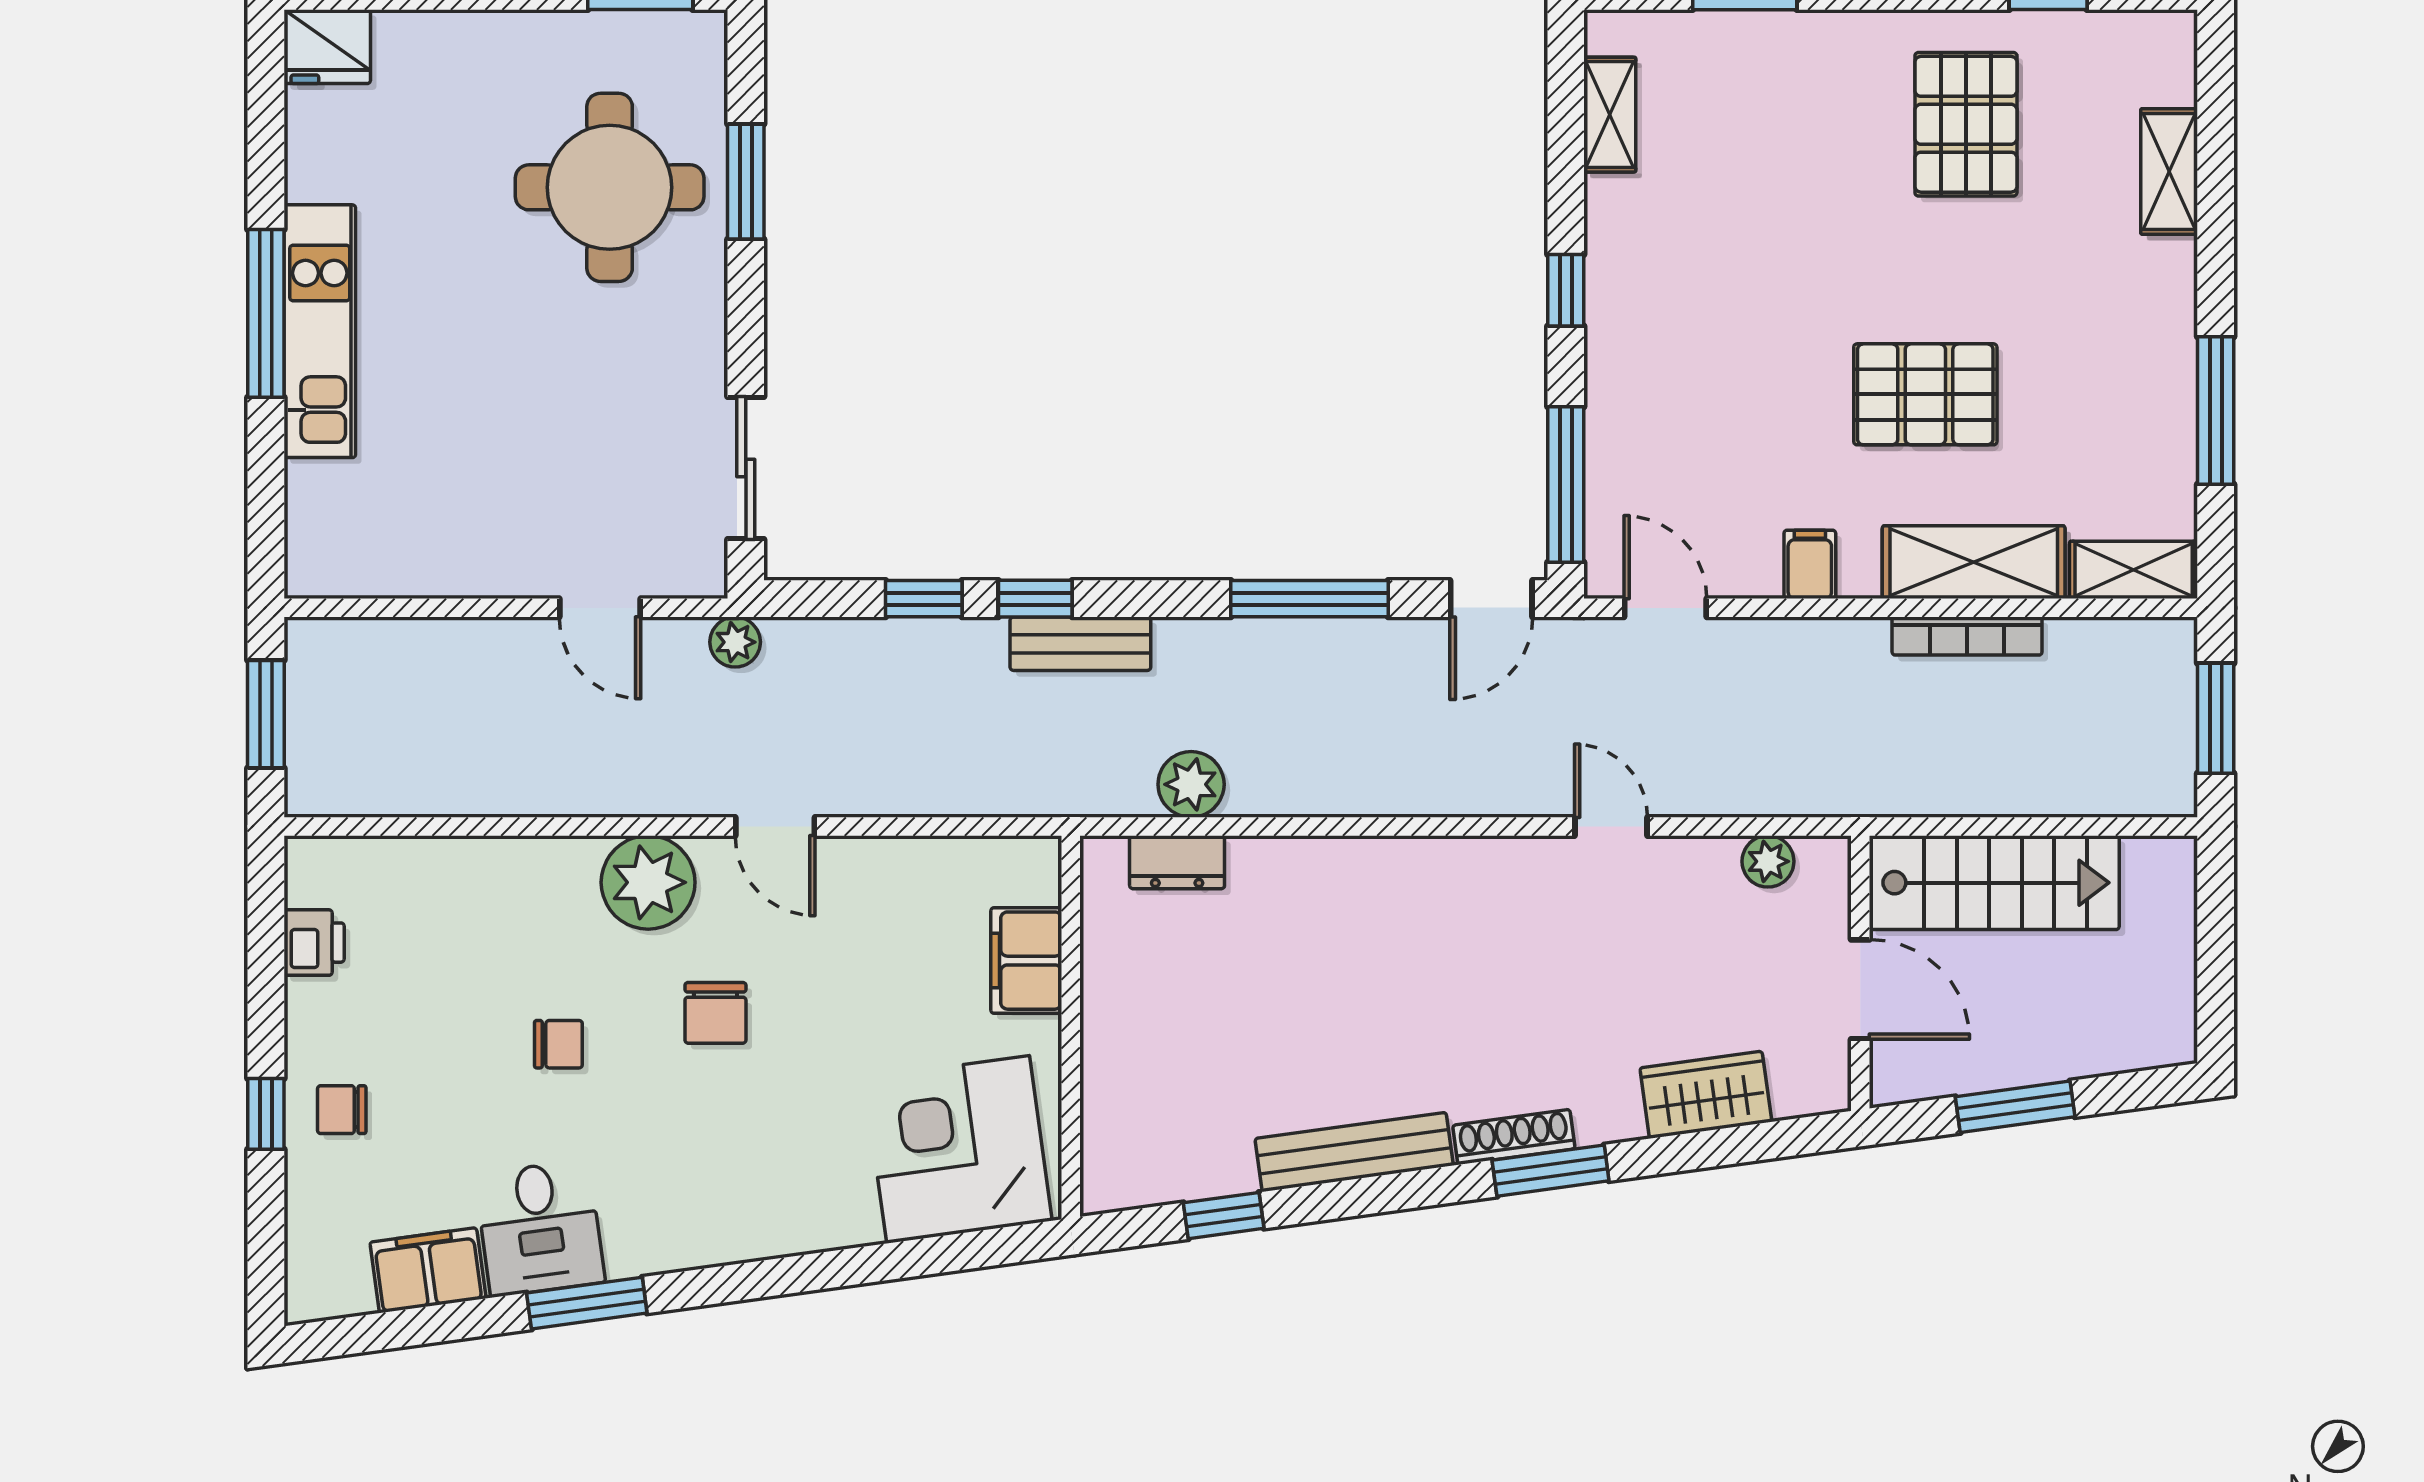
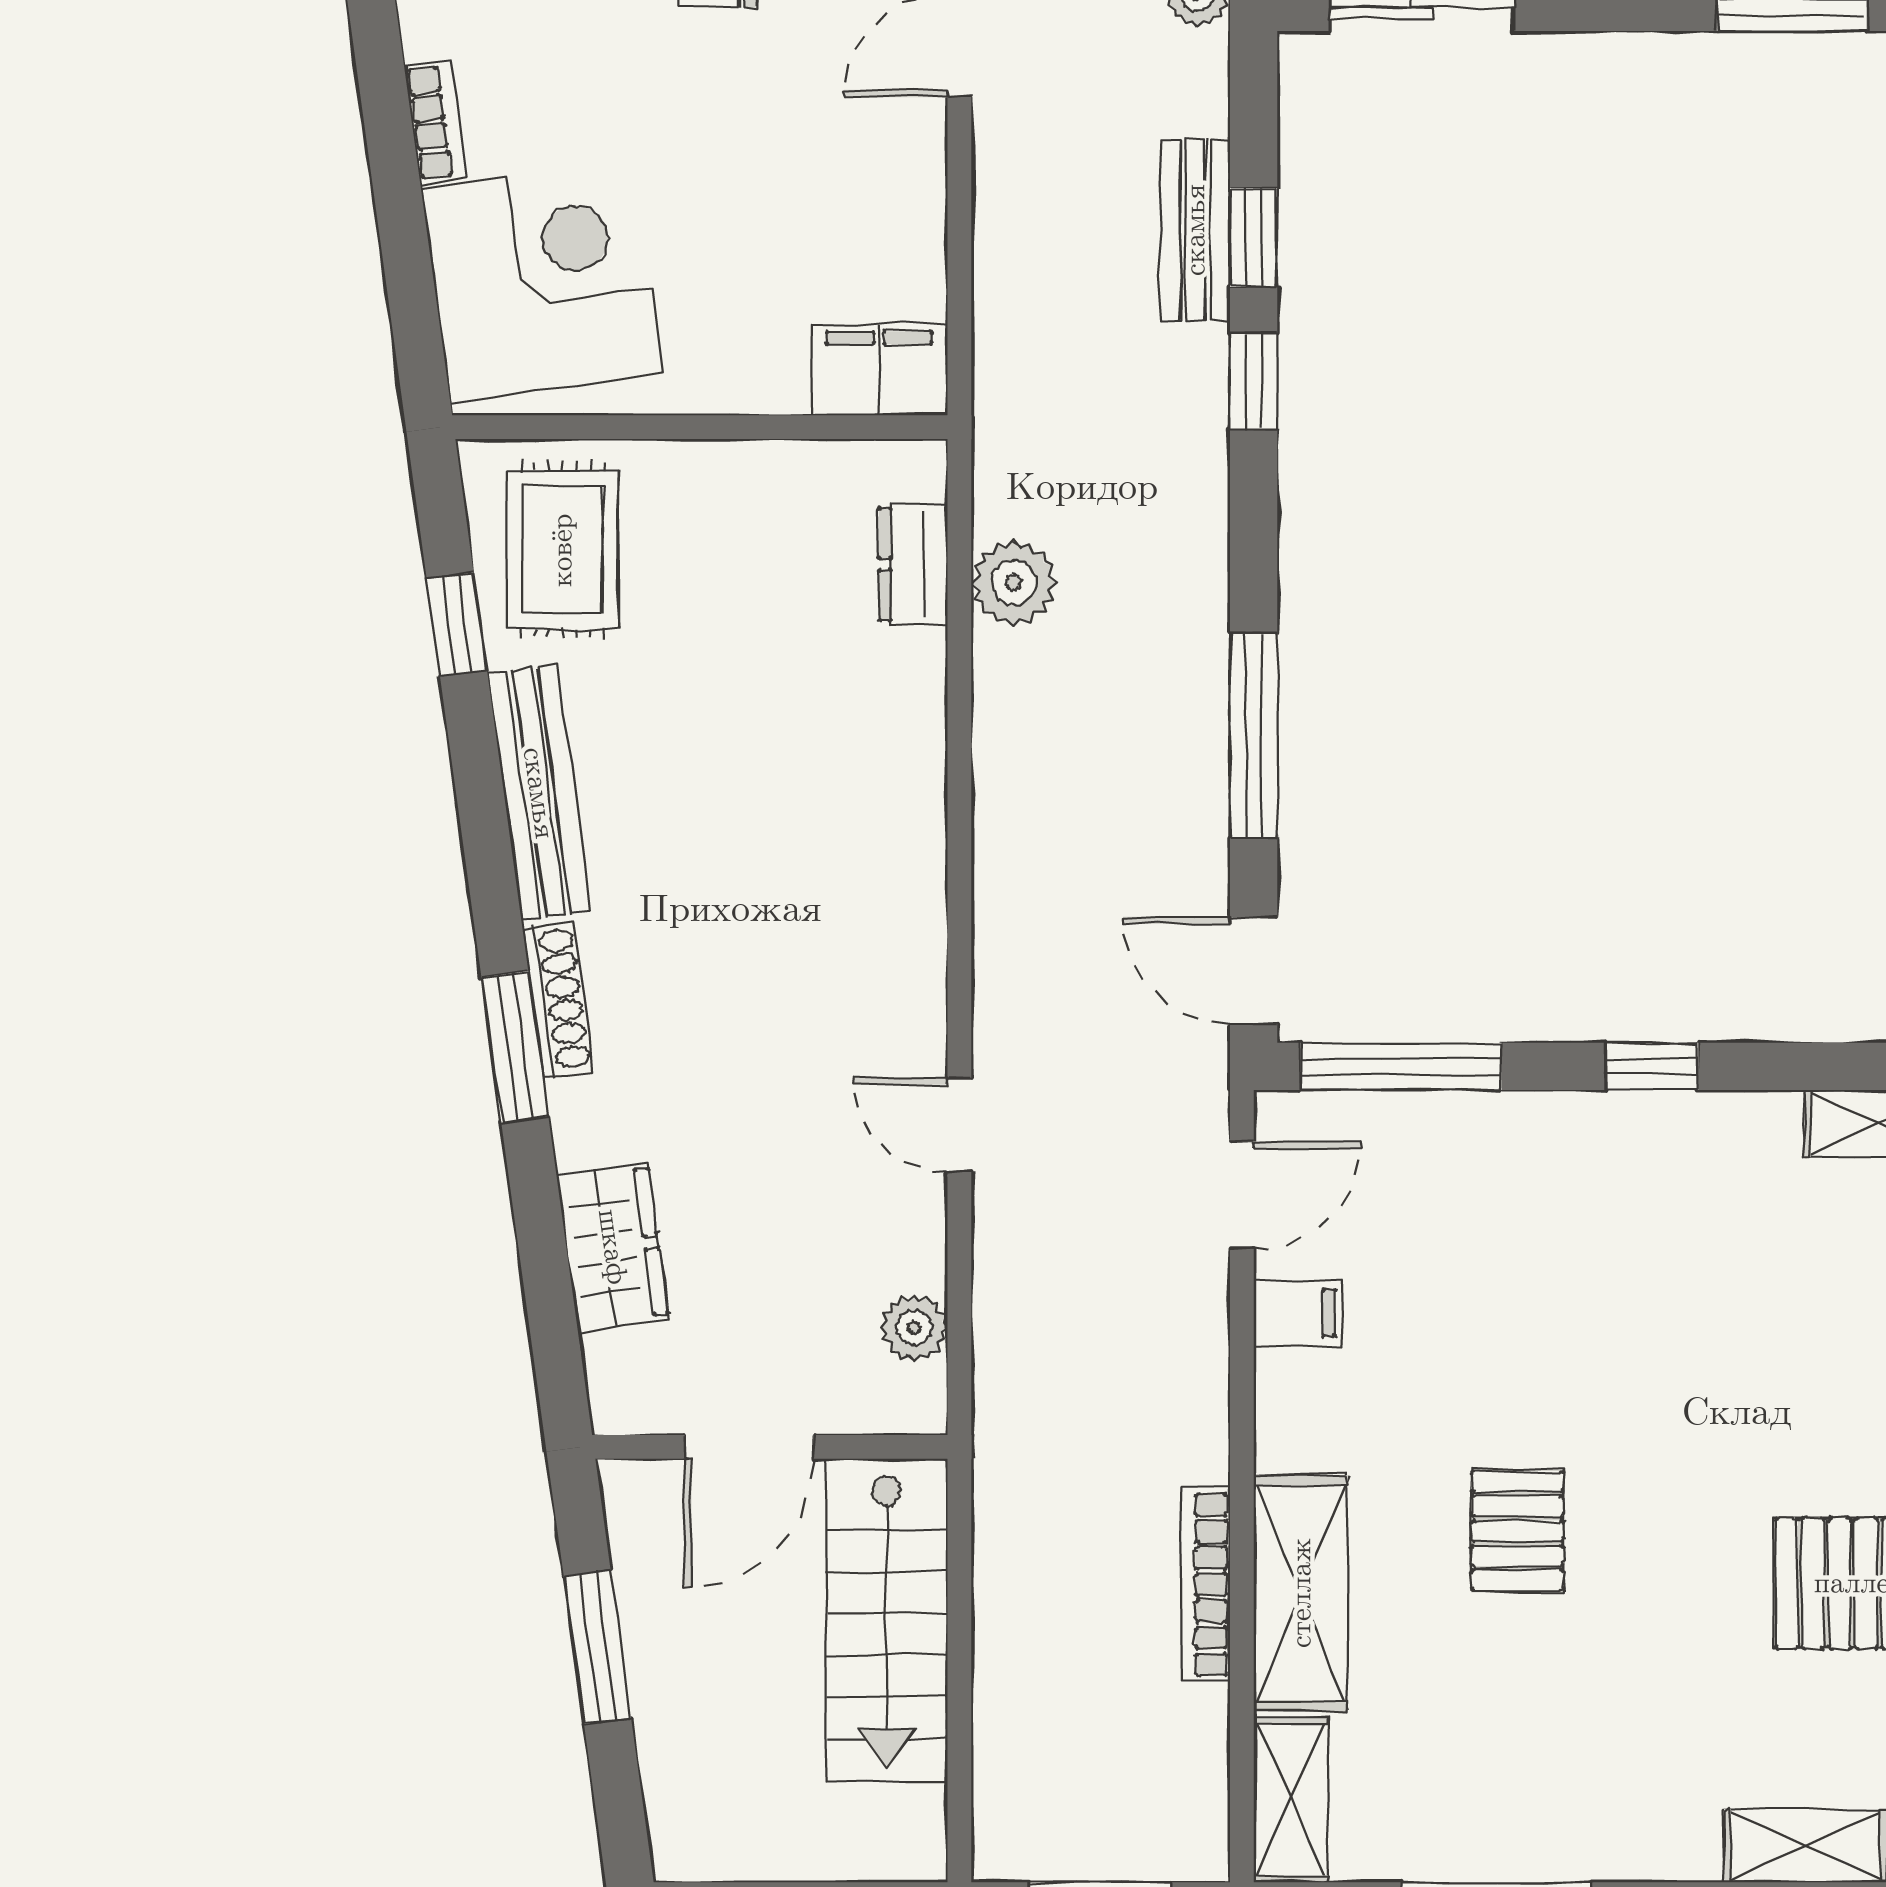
pallet: (1925, 394) -> (1517, 1531), width x0.67, depth x0.71
filing cabinet: (1810, 564) -> (1298, 1313), moved
bench: (1080, 644) -> (1195, 230), moved
door: (1611, 826) -> (959, 1125), swing flipped
filing cabinet: (1026, 961) -> (879, 370), moved
rug: (1166, 1134) -> (562, 550), added
bookcase: (834, 1232) -> (435, 122), added

